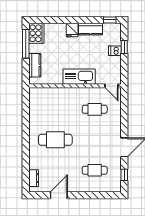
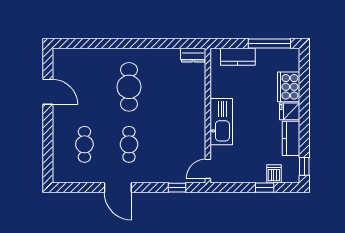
cooker: (36, 33) -> (289, 87), moved, turned 90
dishwasher: (115, 51) -> (274, 174), moved
cafe table: (95, 109) -> (129, 144), moved
window: (124, 175) -> (177, 188), moved
dresser: (34, 178) -> (193, 55), moved

